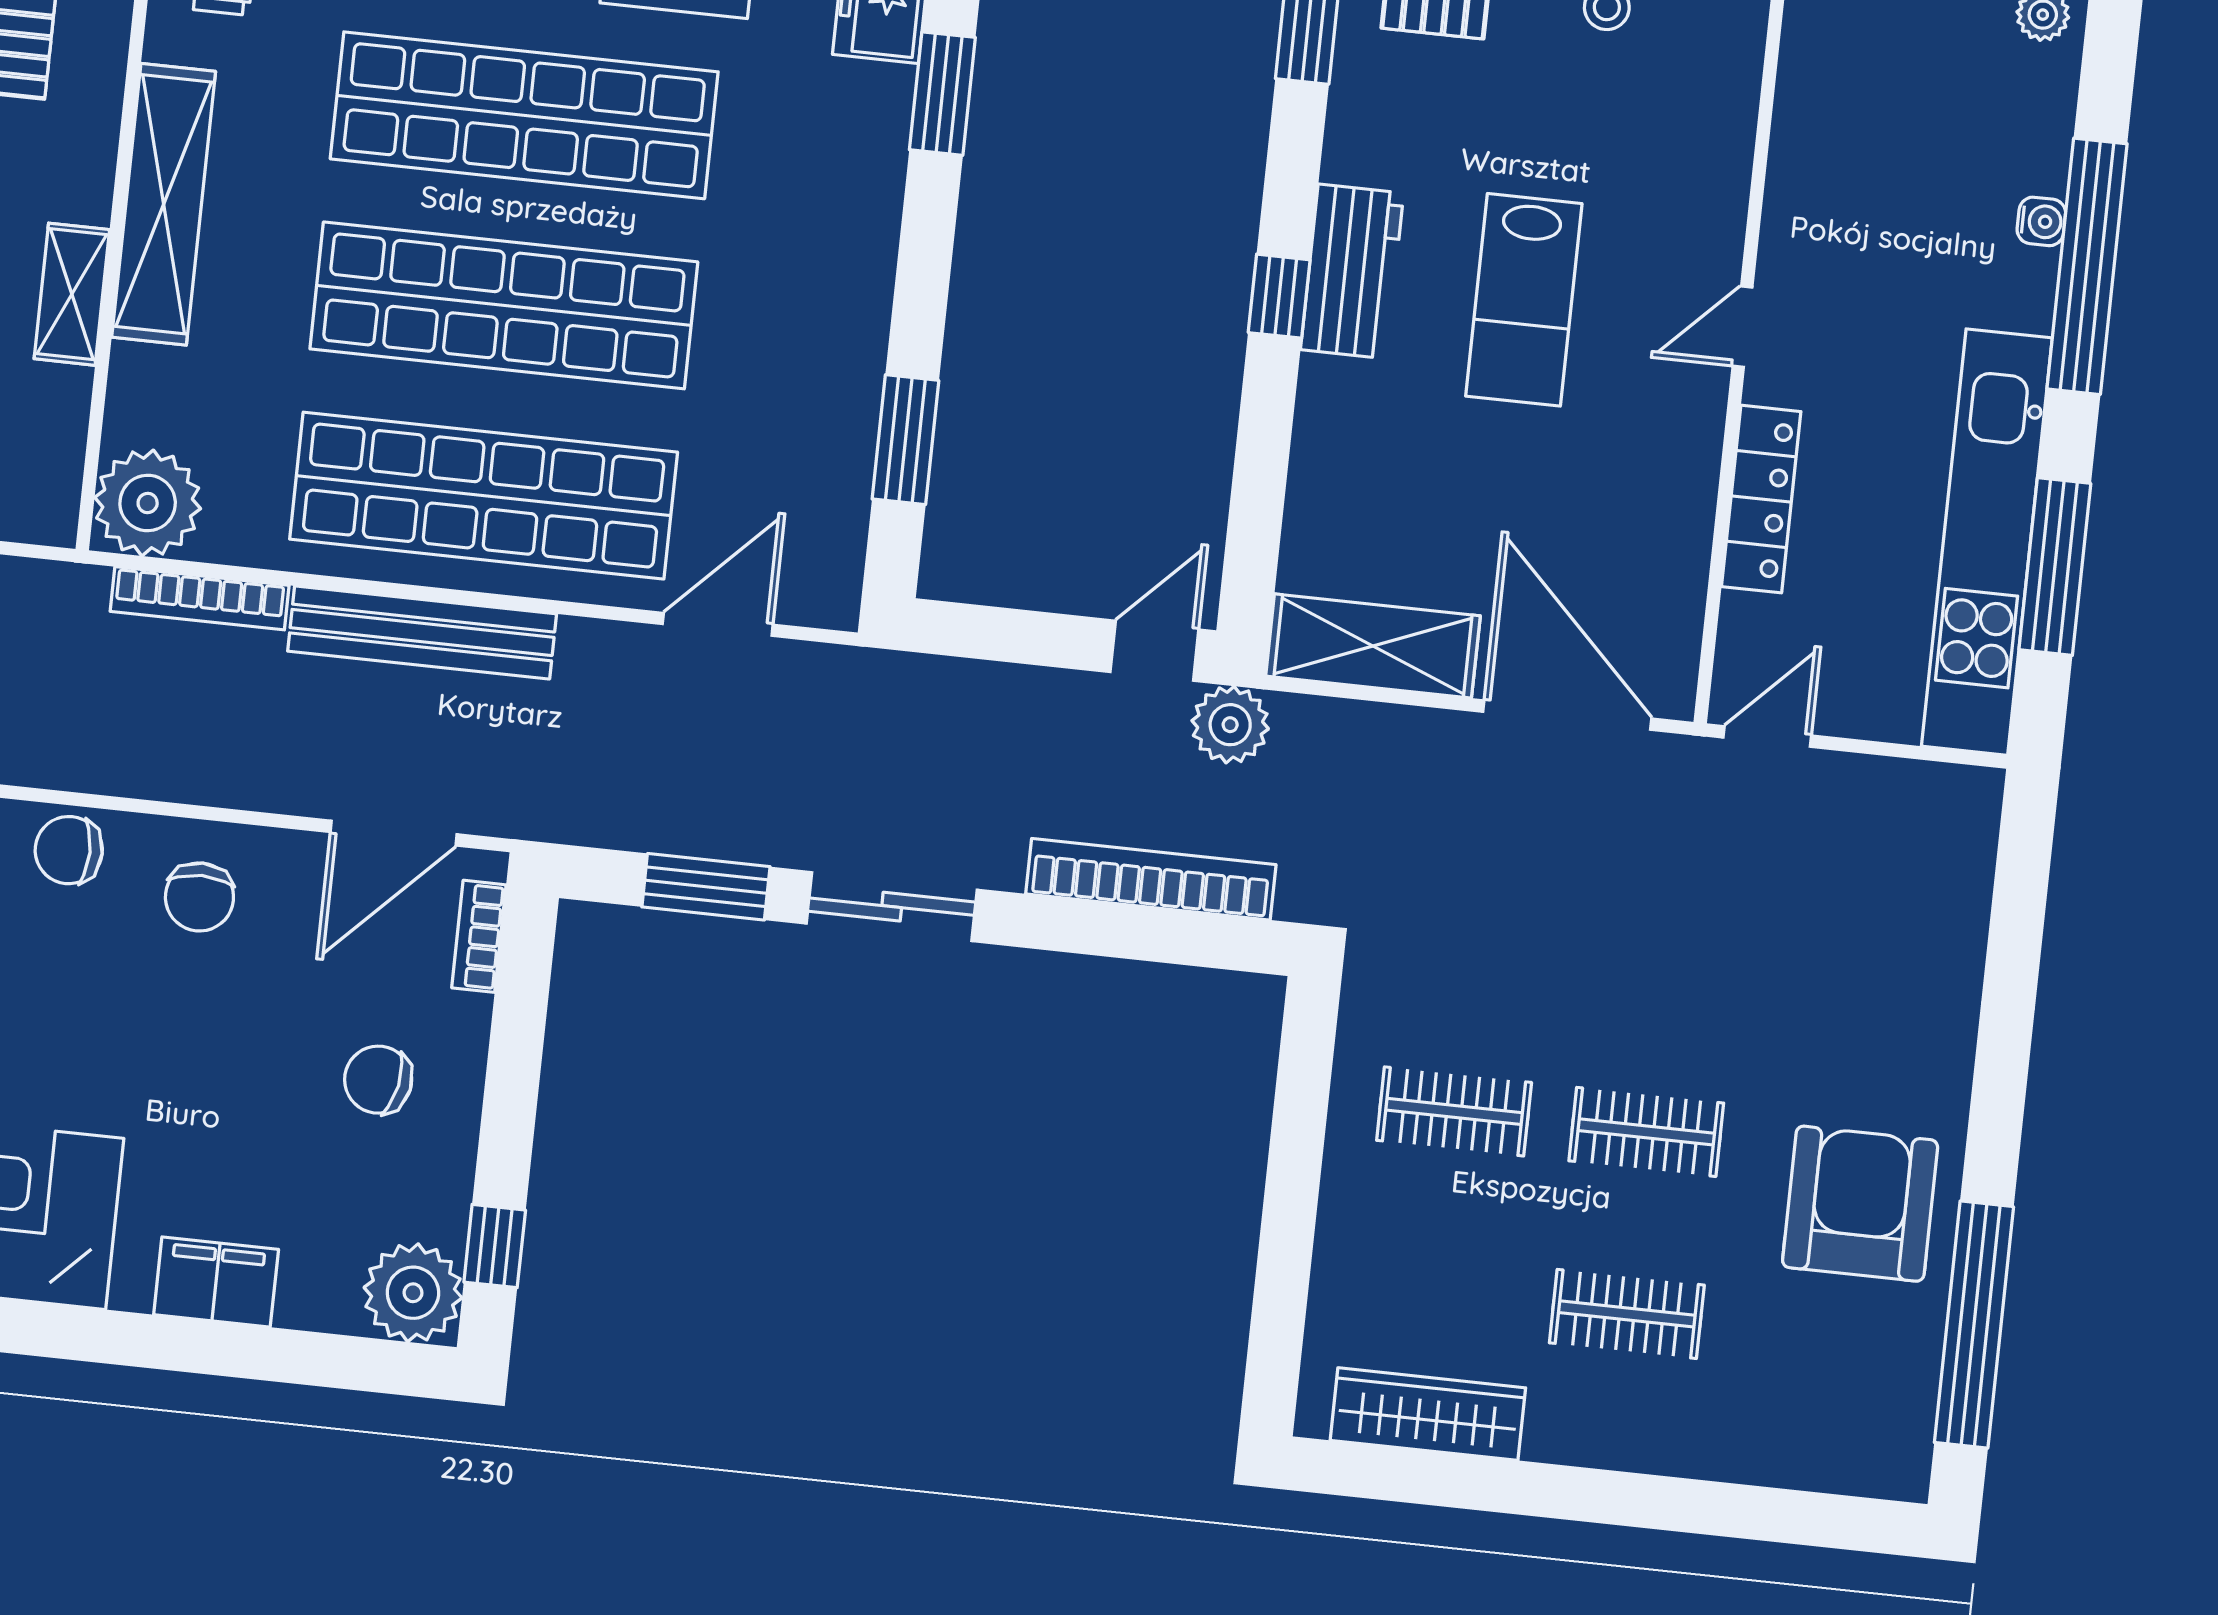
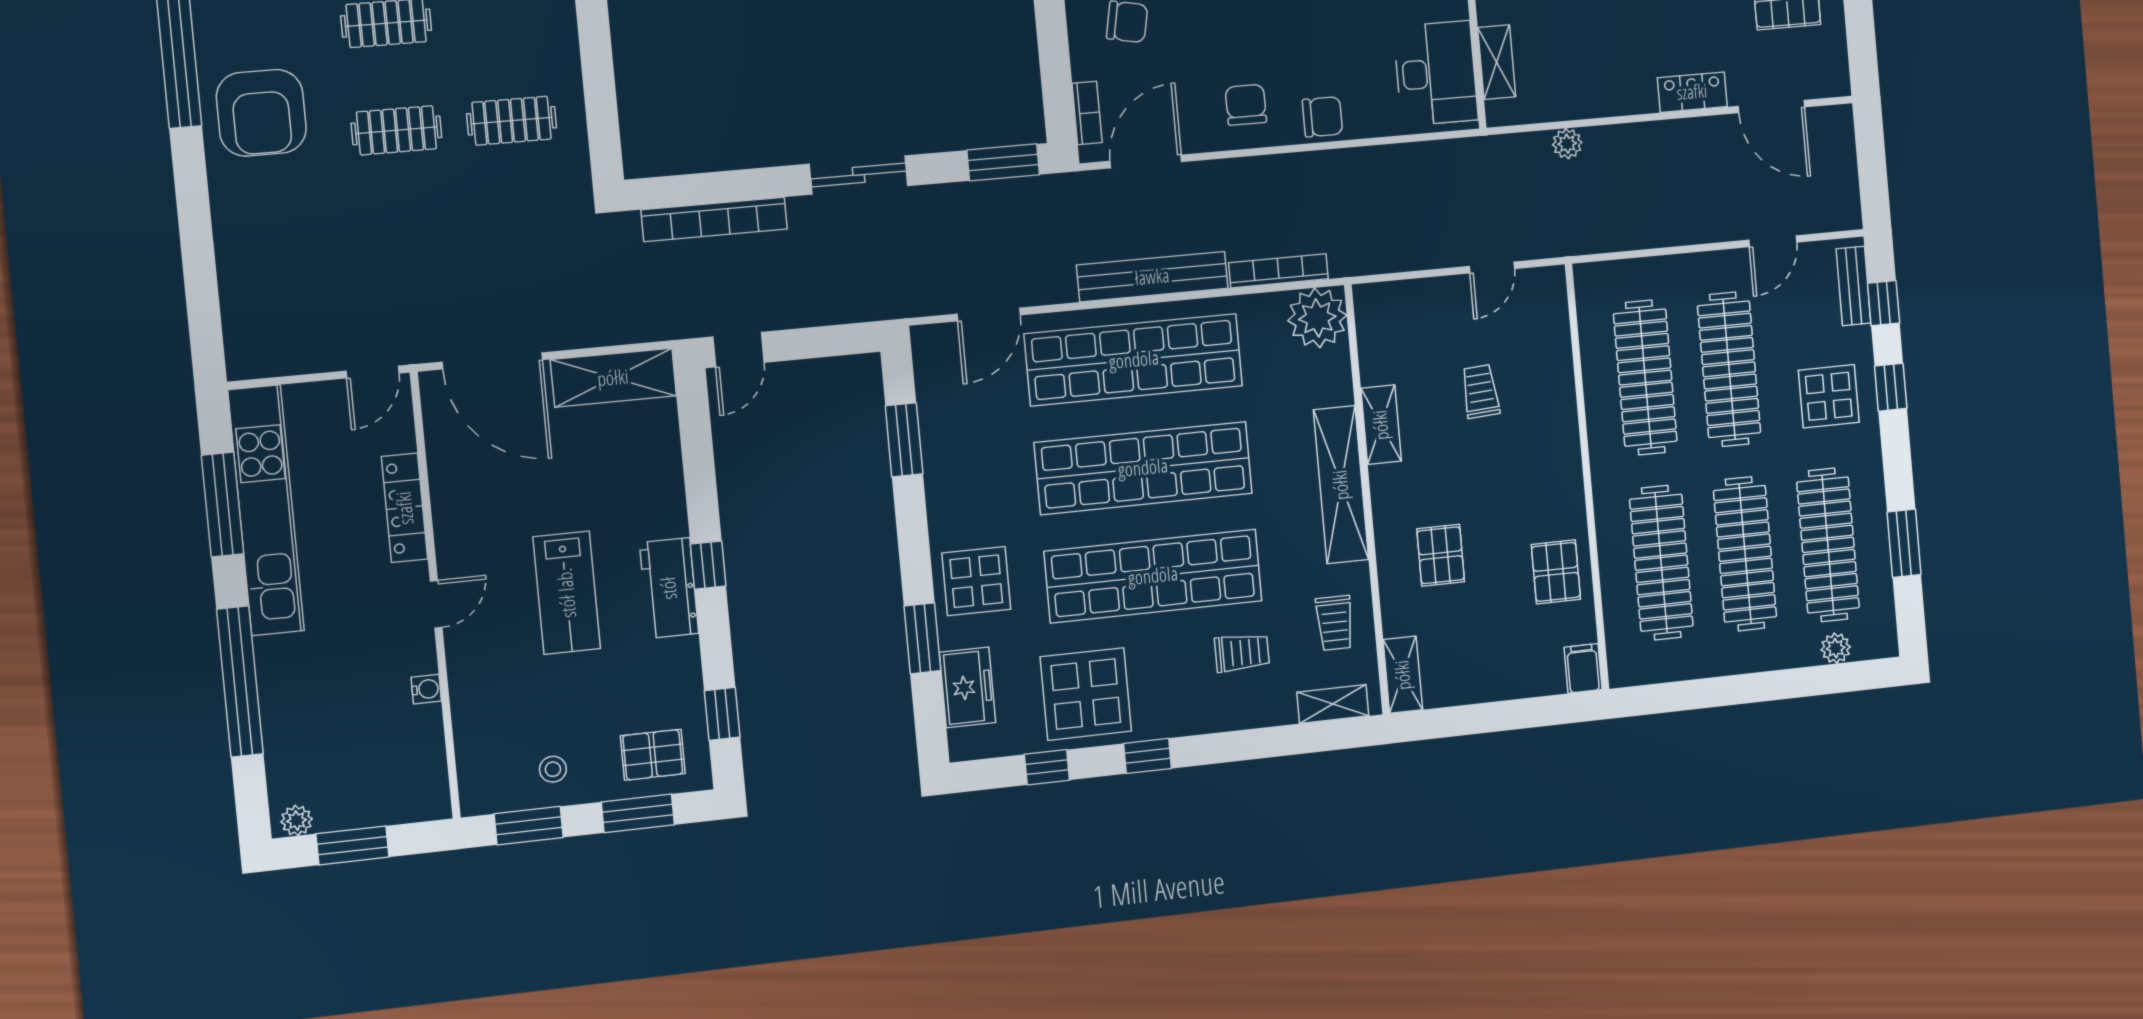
display table: (831, 172) -> (976, 581), added
water cooler: (2041, 221) -> (426, 689), moved, turned 180
lab bench: (1524, 300) -> (567, 593), turned 180
plant: (1230, 725) -> (687, 316), removed
window: (706, 887) -> (1003, 162), moved

